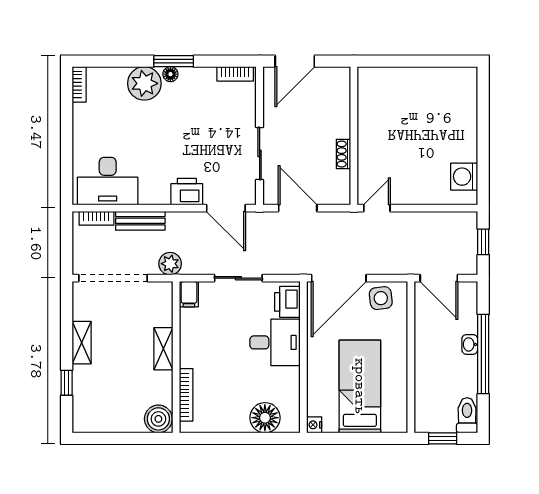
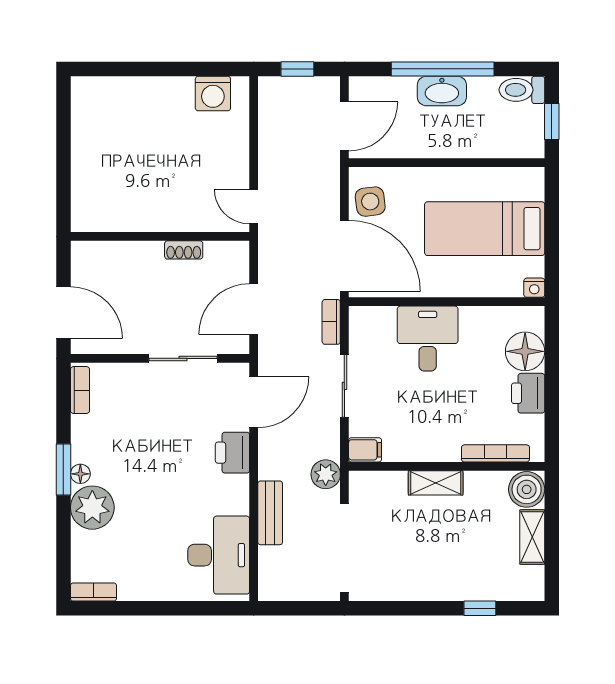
bookcase: (96, 218) -> (331, 322), moved, turned 180
printer: (287, 302) -> (528, 393), moved, turned 90
shelving: (82, 343) -> (532, 537), moved, turned 90
washbasin: (470, 344) -> (442, 91), width x1.91, depth x1.45

